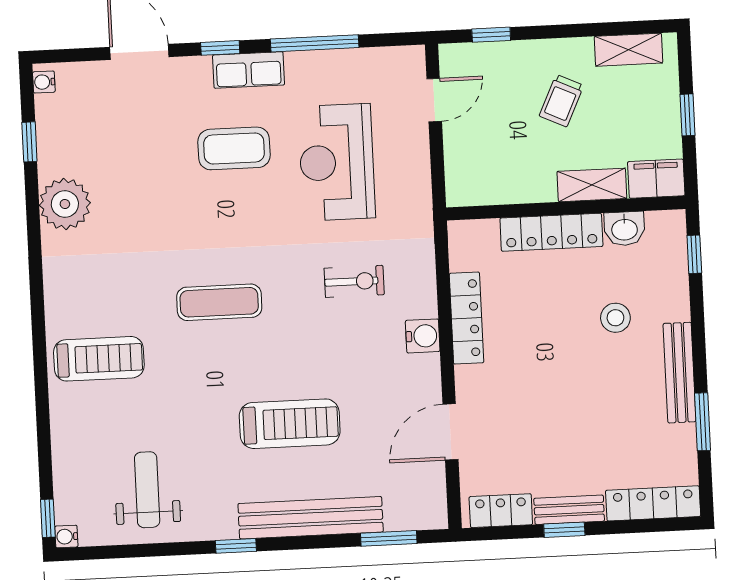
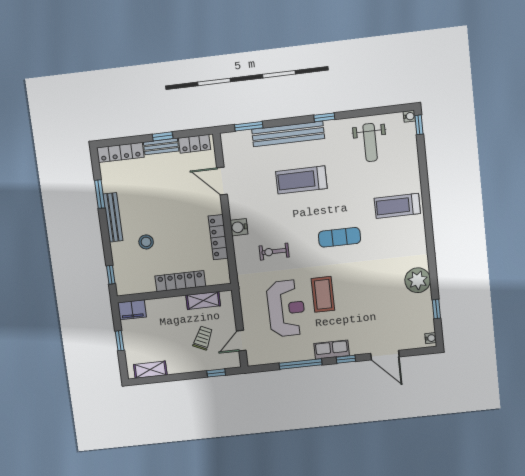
trolley: (561, 101) -> (203, 338), moved
coffee table: (234, 148) -> (323, 294), moved, turned 90
shelving: (592, 185) -> (203, 300), moved
washbasin: (624, 229) -> (145, 285), removed
door: (450, 432) -> (222, 181), swing flipped

